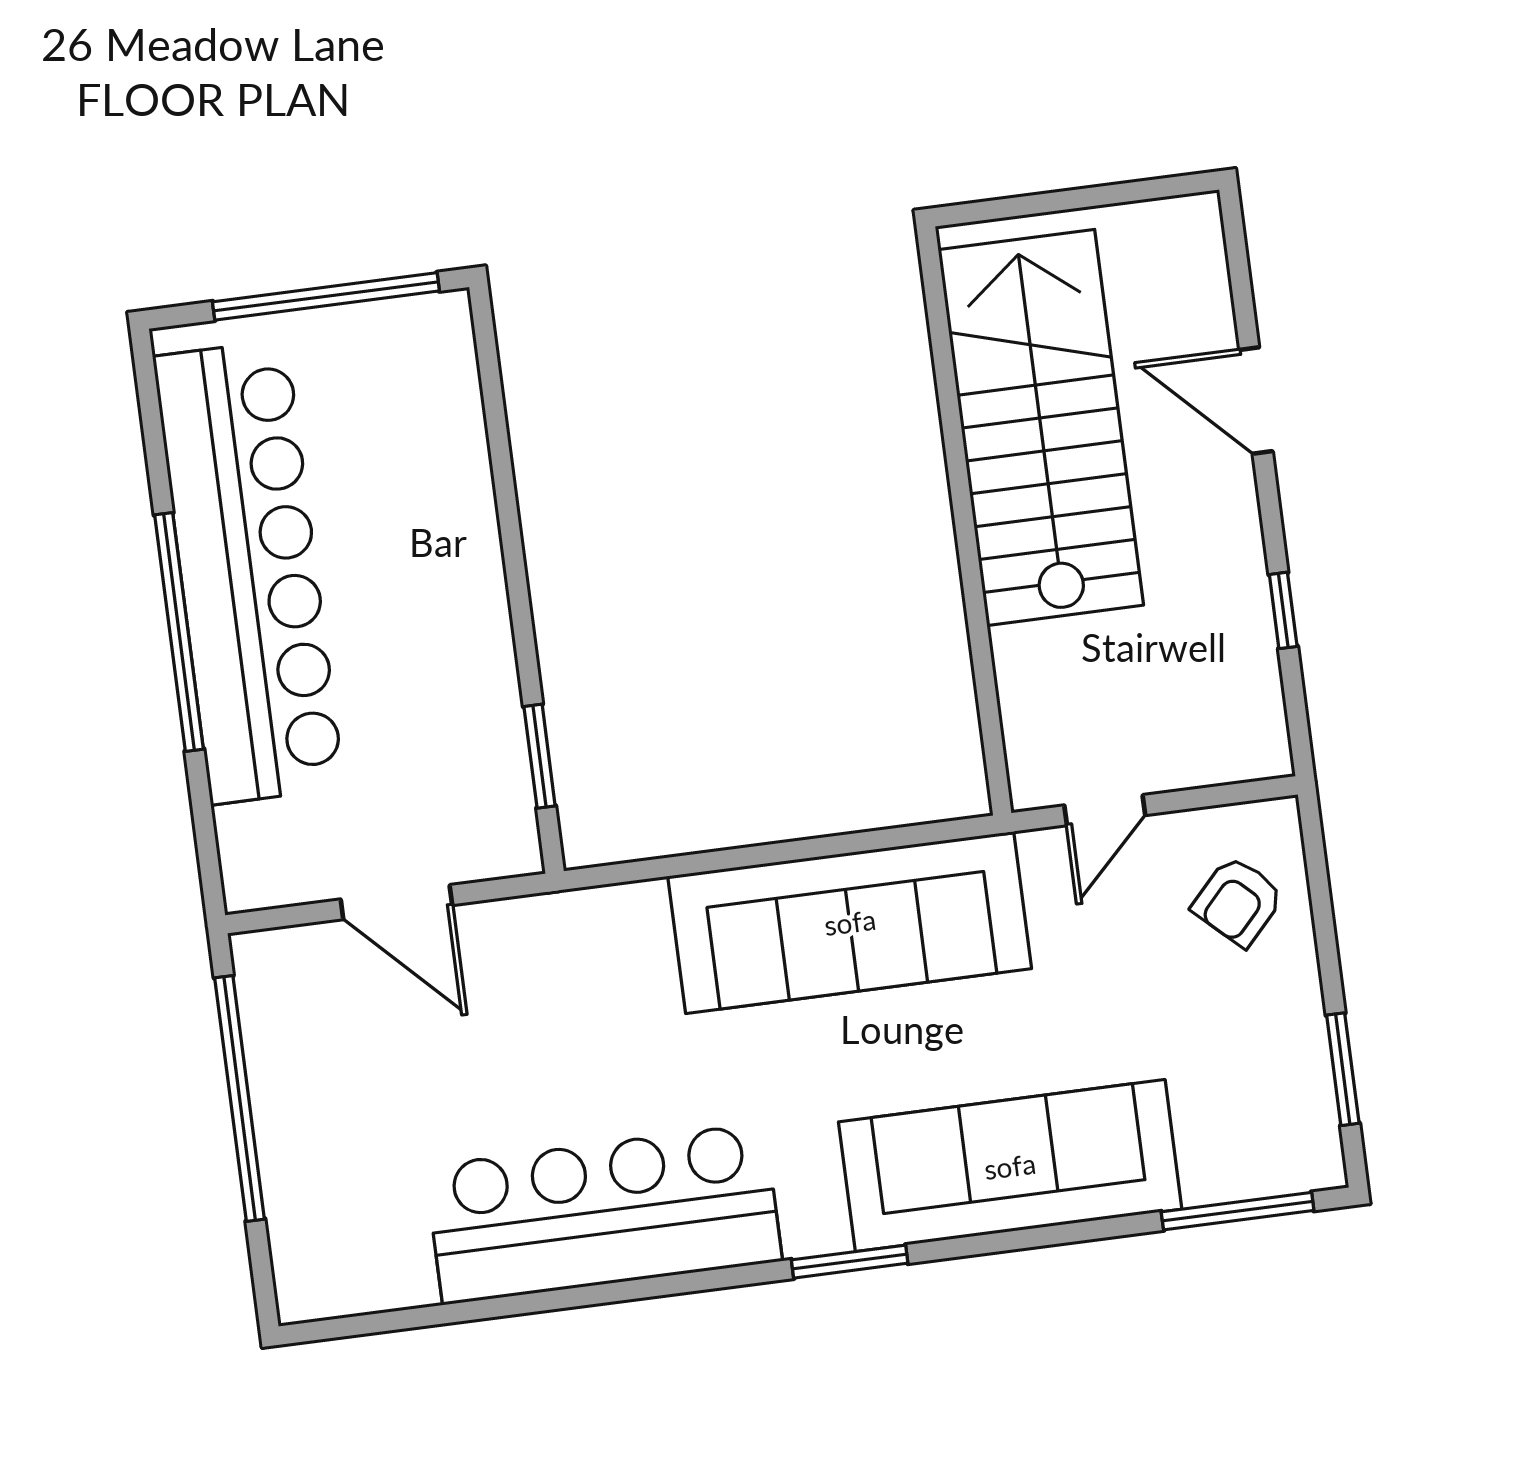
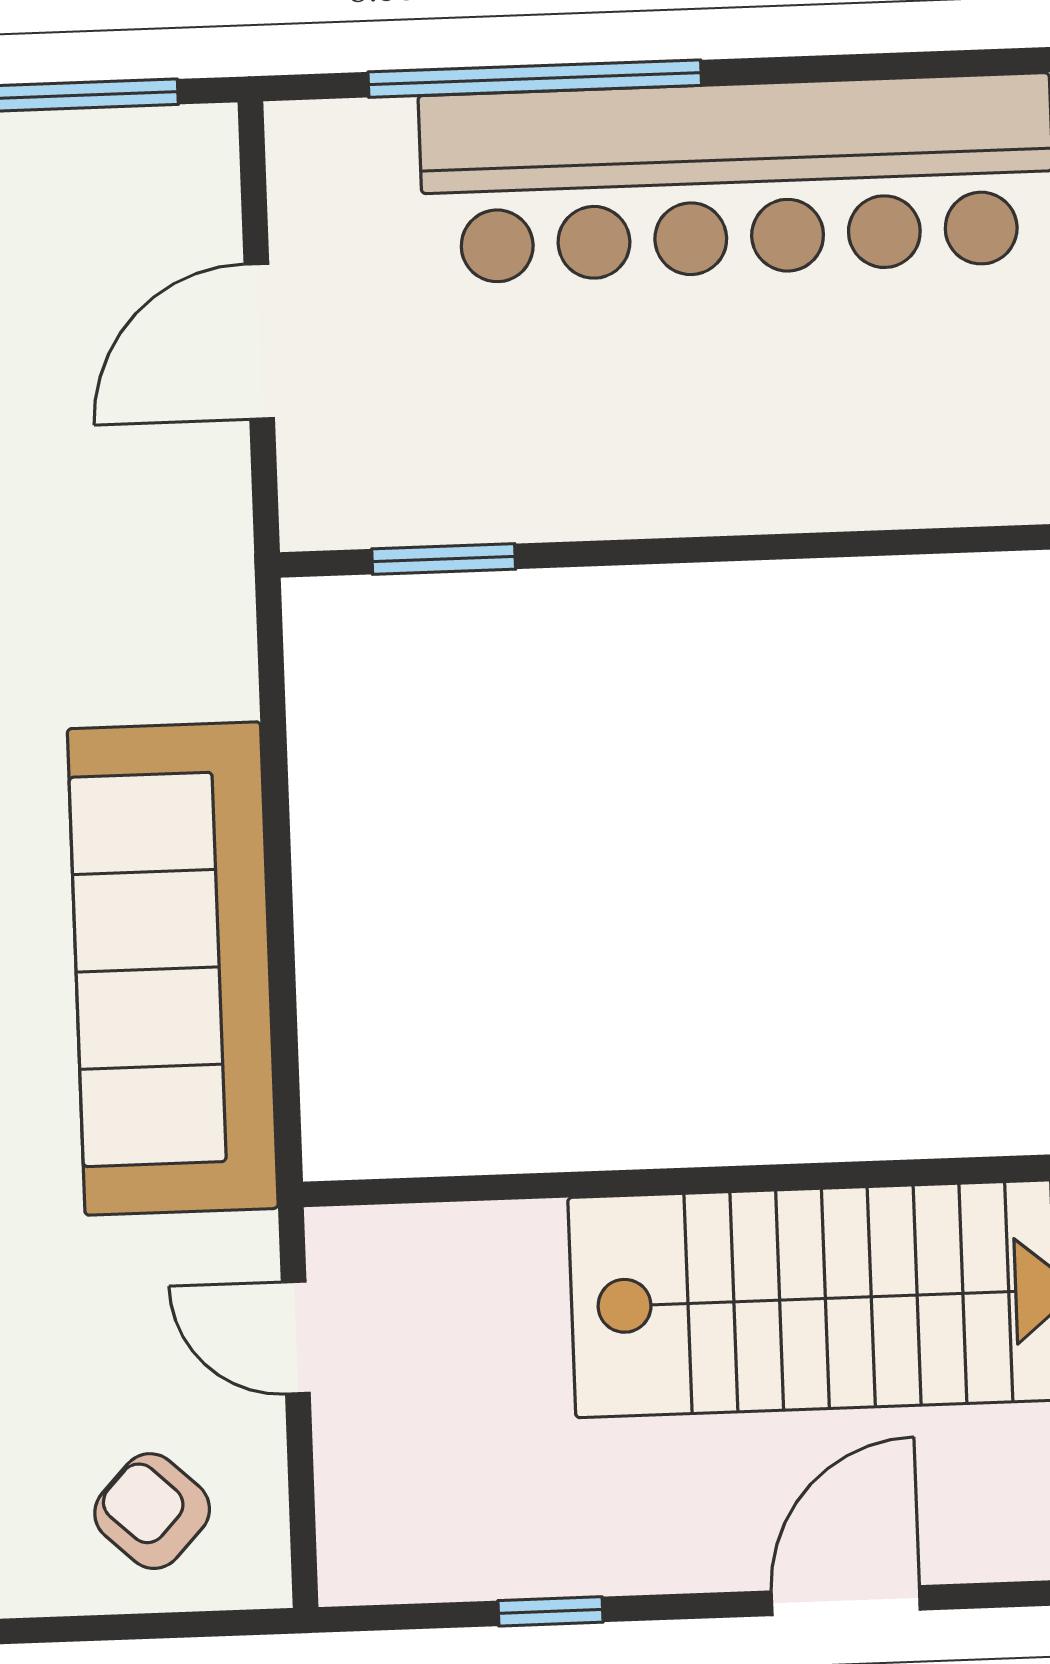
window: (179, 632) -> (535, 79), moved

